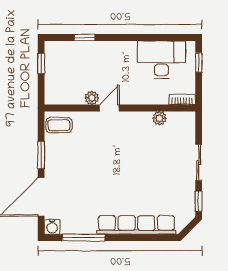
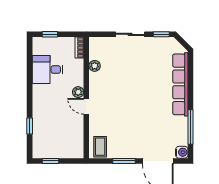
desk: (161, 60) -> (48, 70), width x0.73
plant: (92, 98) -> (78, 92), moved

